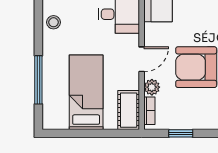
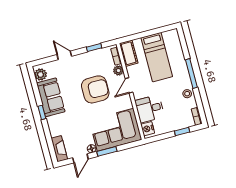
window: (38, 80) -> (191, 73), moved

